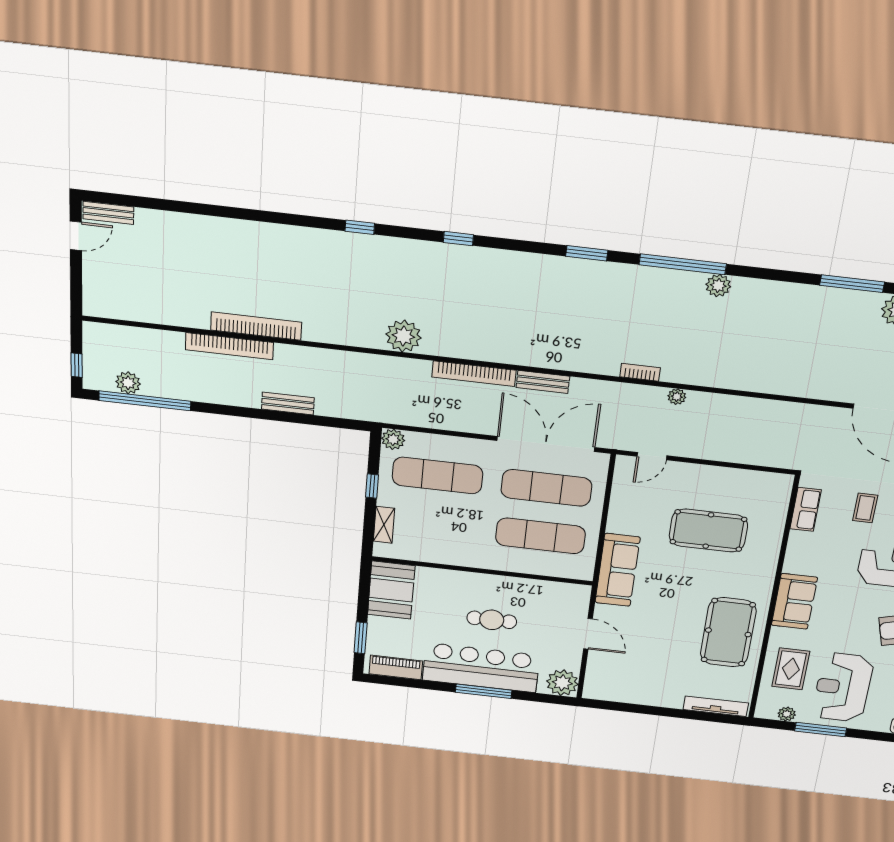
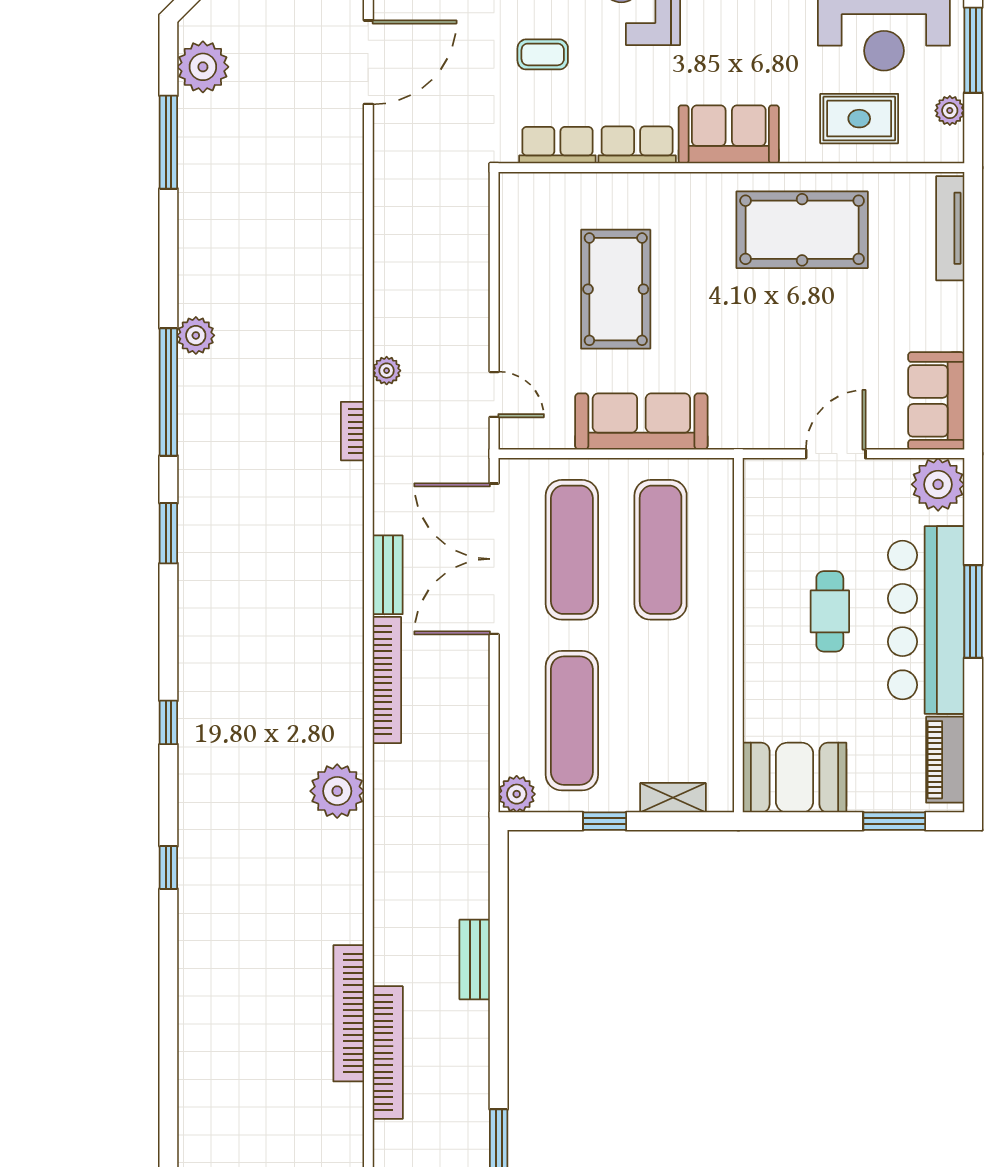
row of seats: (797, 552) -> (637, 145), added
sofa: (617, 570) -> (641, 421), moved
sofa: (613, 688) -> (936, 401), added

